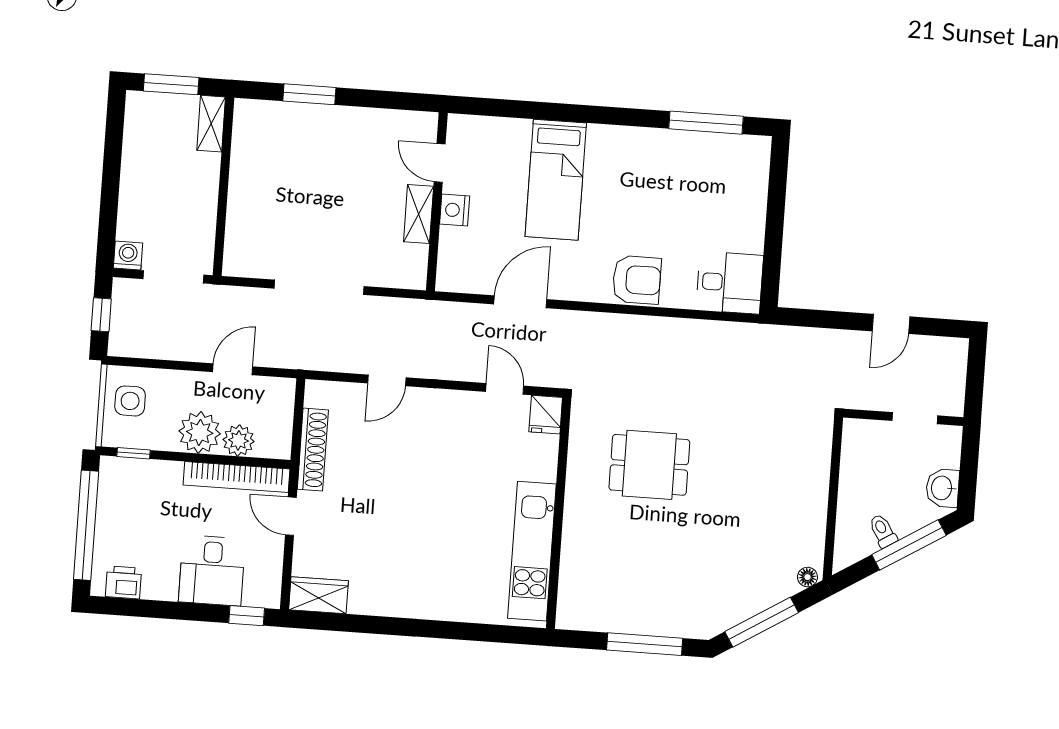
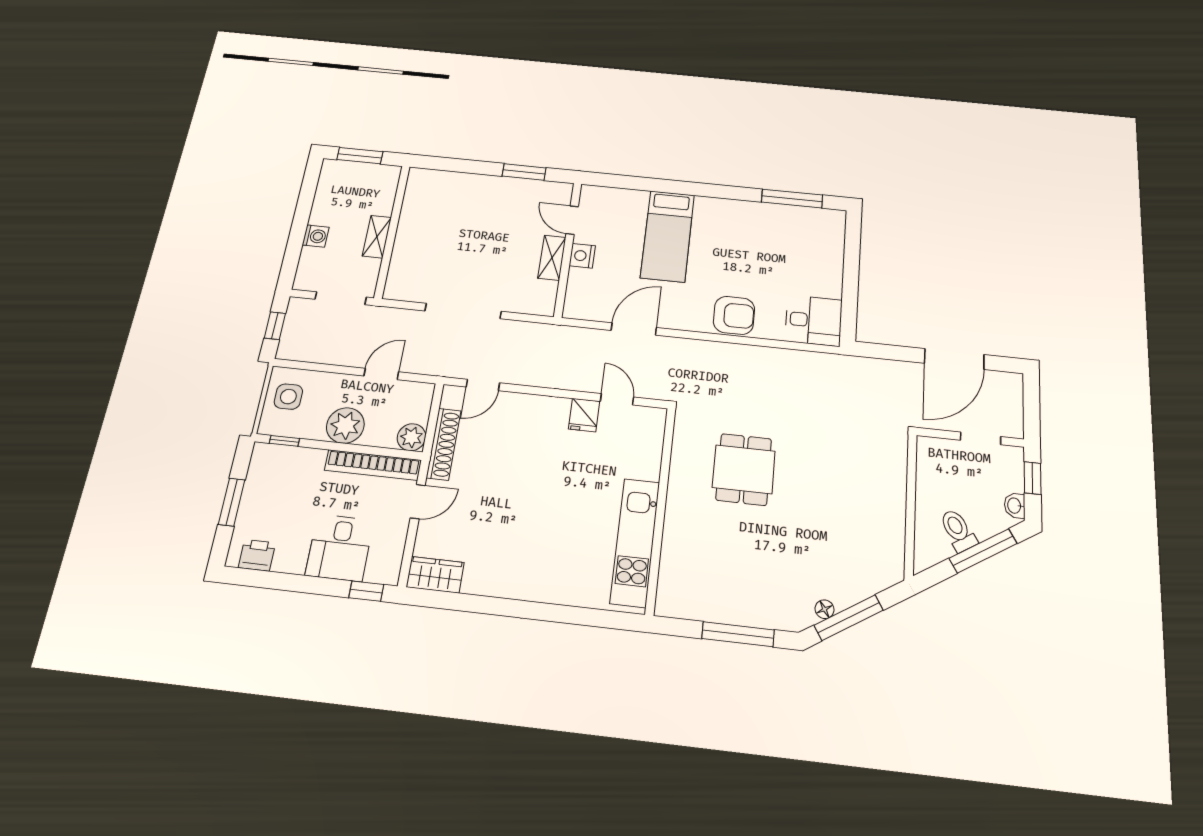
window: (309, 94) -> (524, 172), moved
shelving: (211, 124) -> (377, 237), moved
washing machine: (128, 256) -> (316, 236), moved, turned 90
door: (891, 324) -> (954, 359), width x1.88
door: (387, 380) -> (483, 385), moved
fridge: (546, 415) -> (584, 415), moved
plant: (238, 440) -> (411, 437), moved
window: (969, 462) -> (1033, 478), added
dining table: (649, 465) -> (744, 469), turned 90
washbasin: (942, 488) -> (1015, 506), width x0.72, depth x0.69
door: (291, 516) -> (418, 502), swing flipped
window: (86, 525) -> (232, 502), width x0.47
toilet: (883, 531) -> (958, 530), width x1.37, depth x1.39
floor lamp: (807, 577) -> (824, 609), moved

